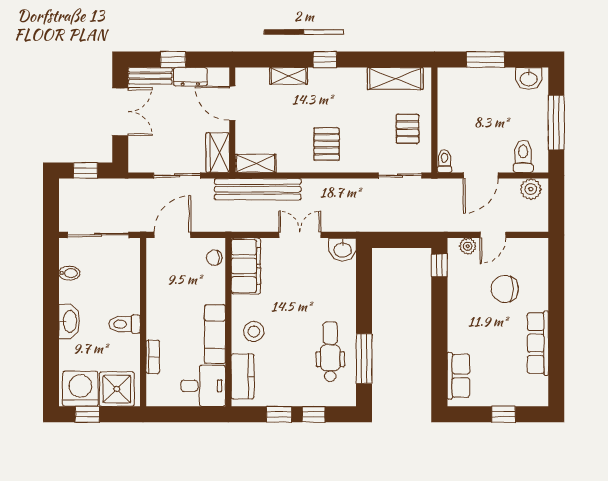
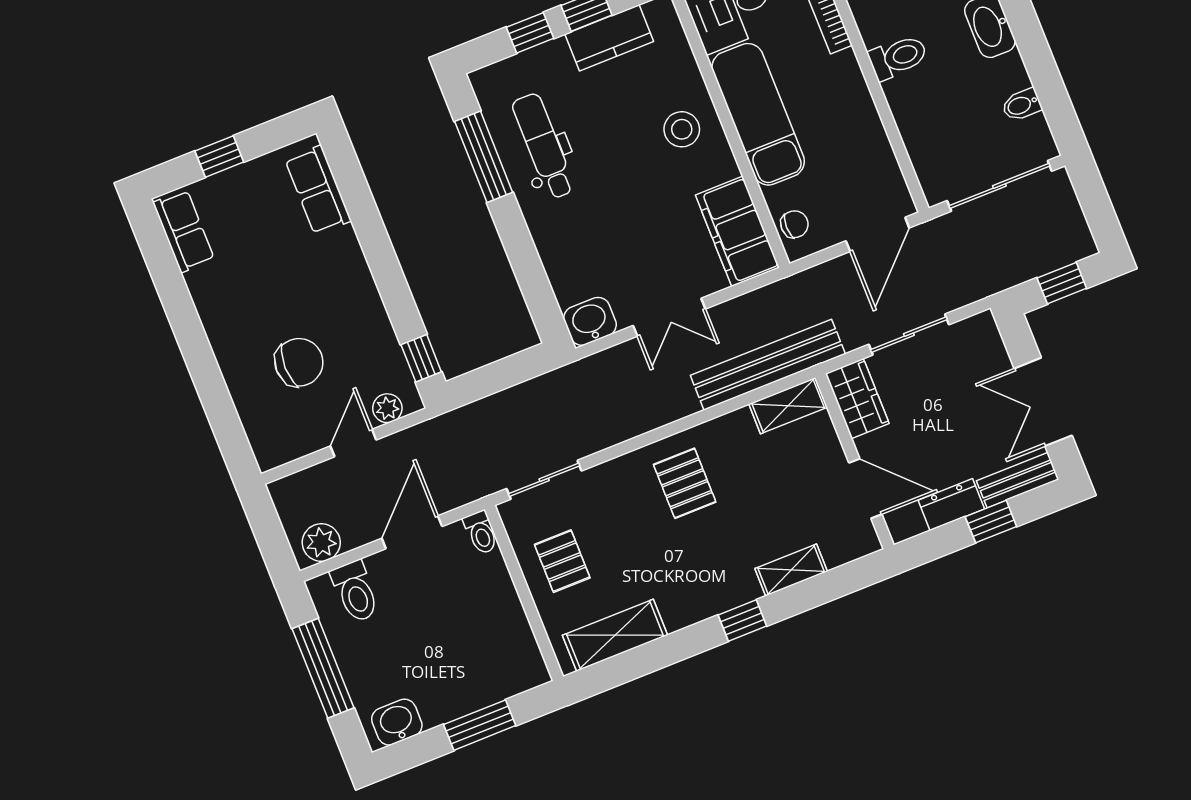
exam couch: (215, 334) -> (758, 114), width x1.36, depth x1.45
row of seats: (538, 343) -> (184, 231), moved, width x0.68
dental chair: (330, 352) -> (543, 146), turned 180
kitchen counter: (243, 376) -> (609, 38), moved, turned -90

